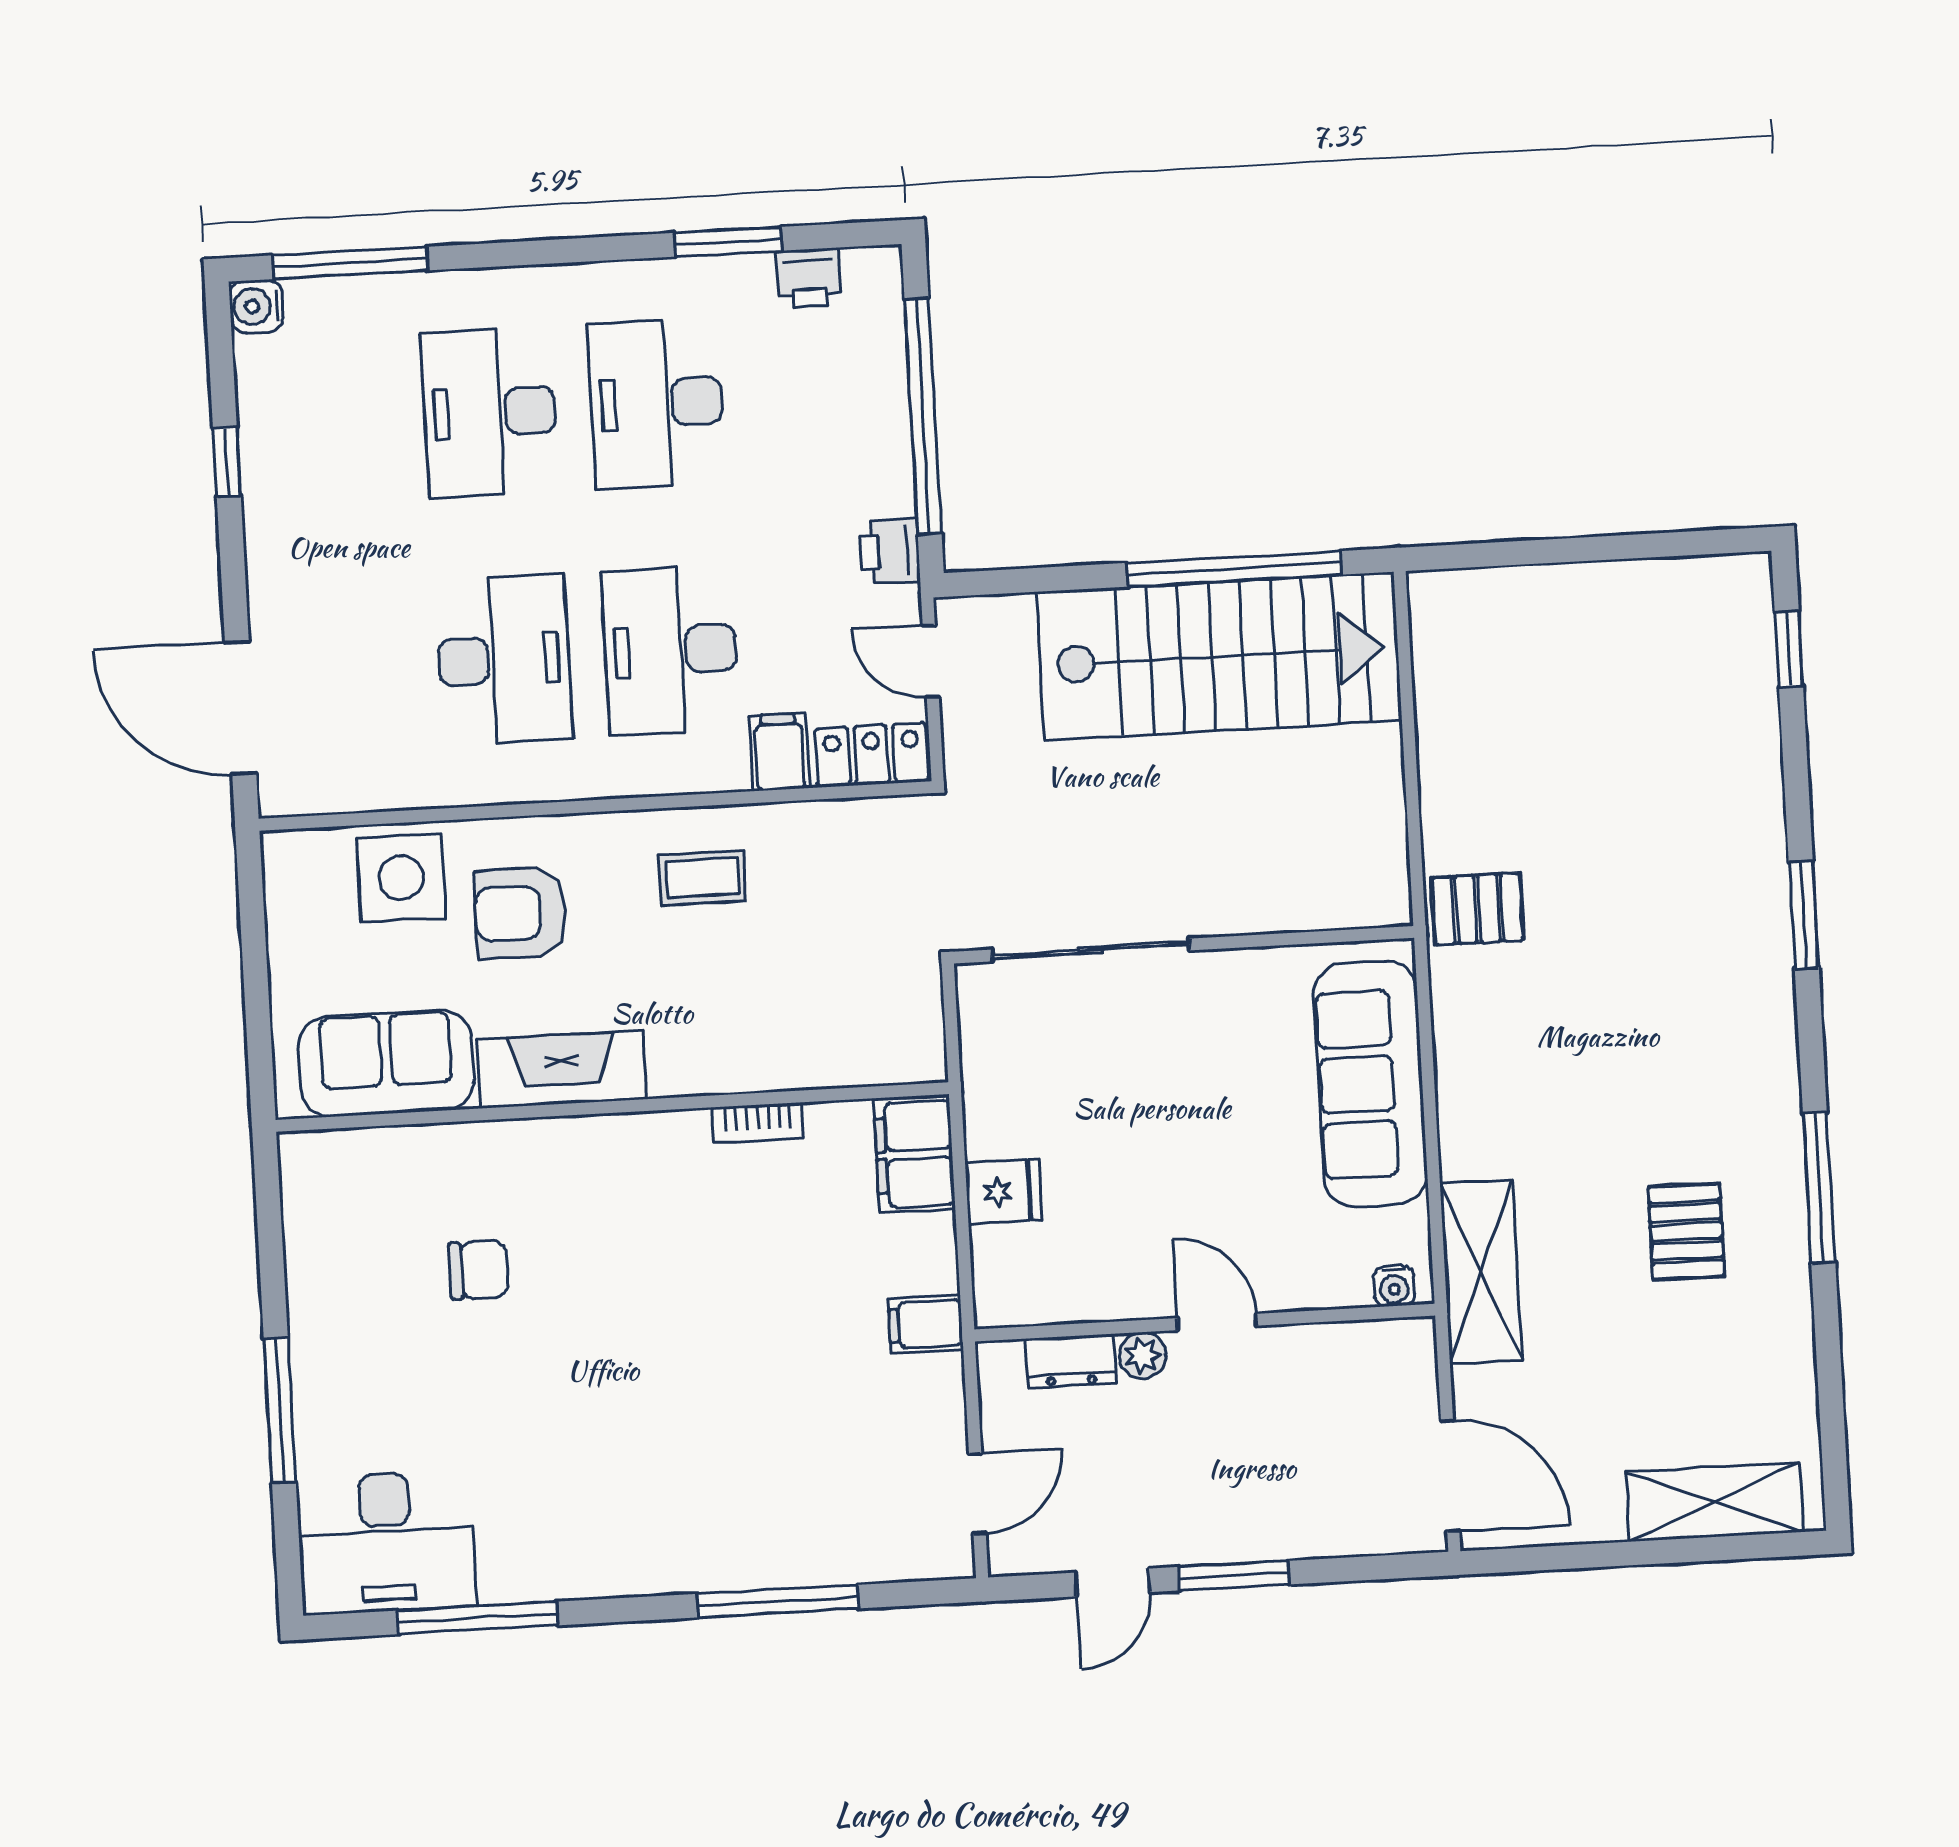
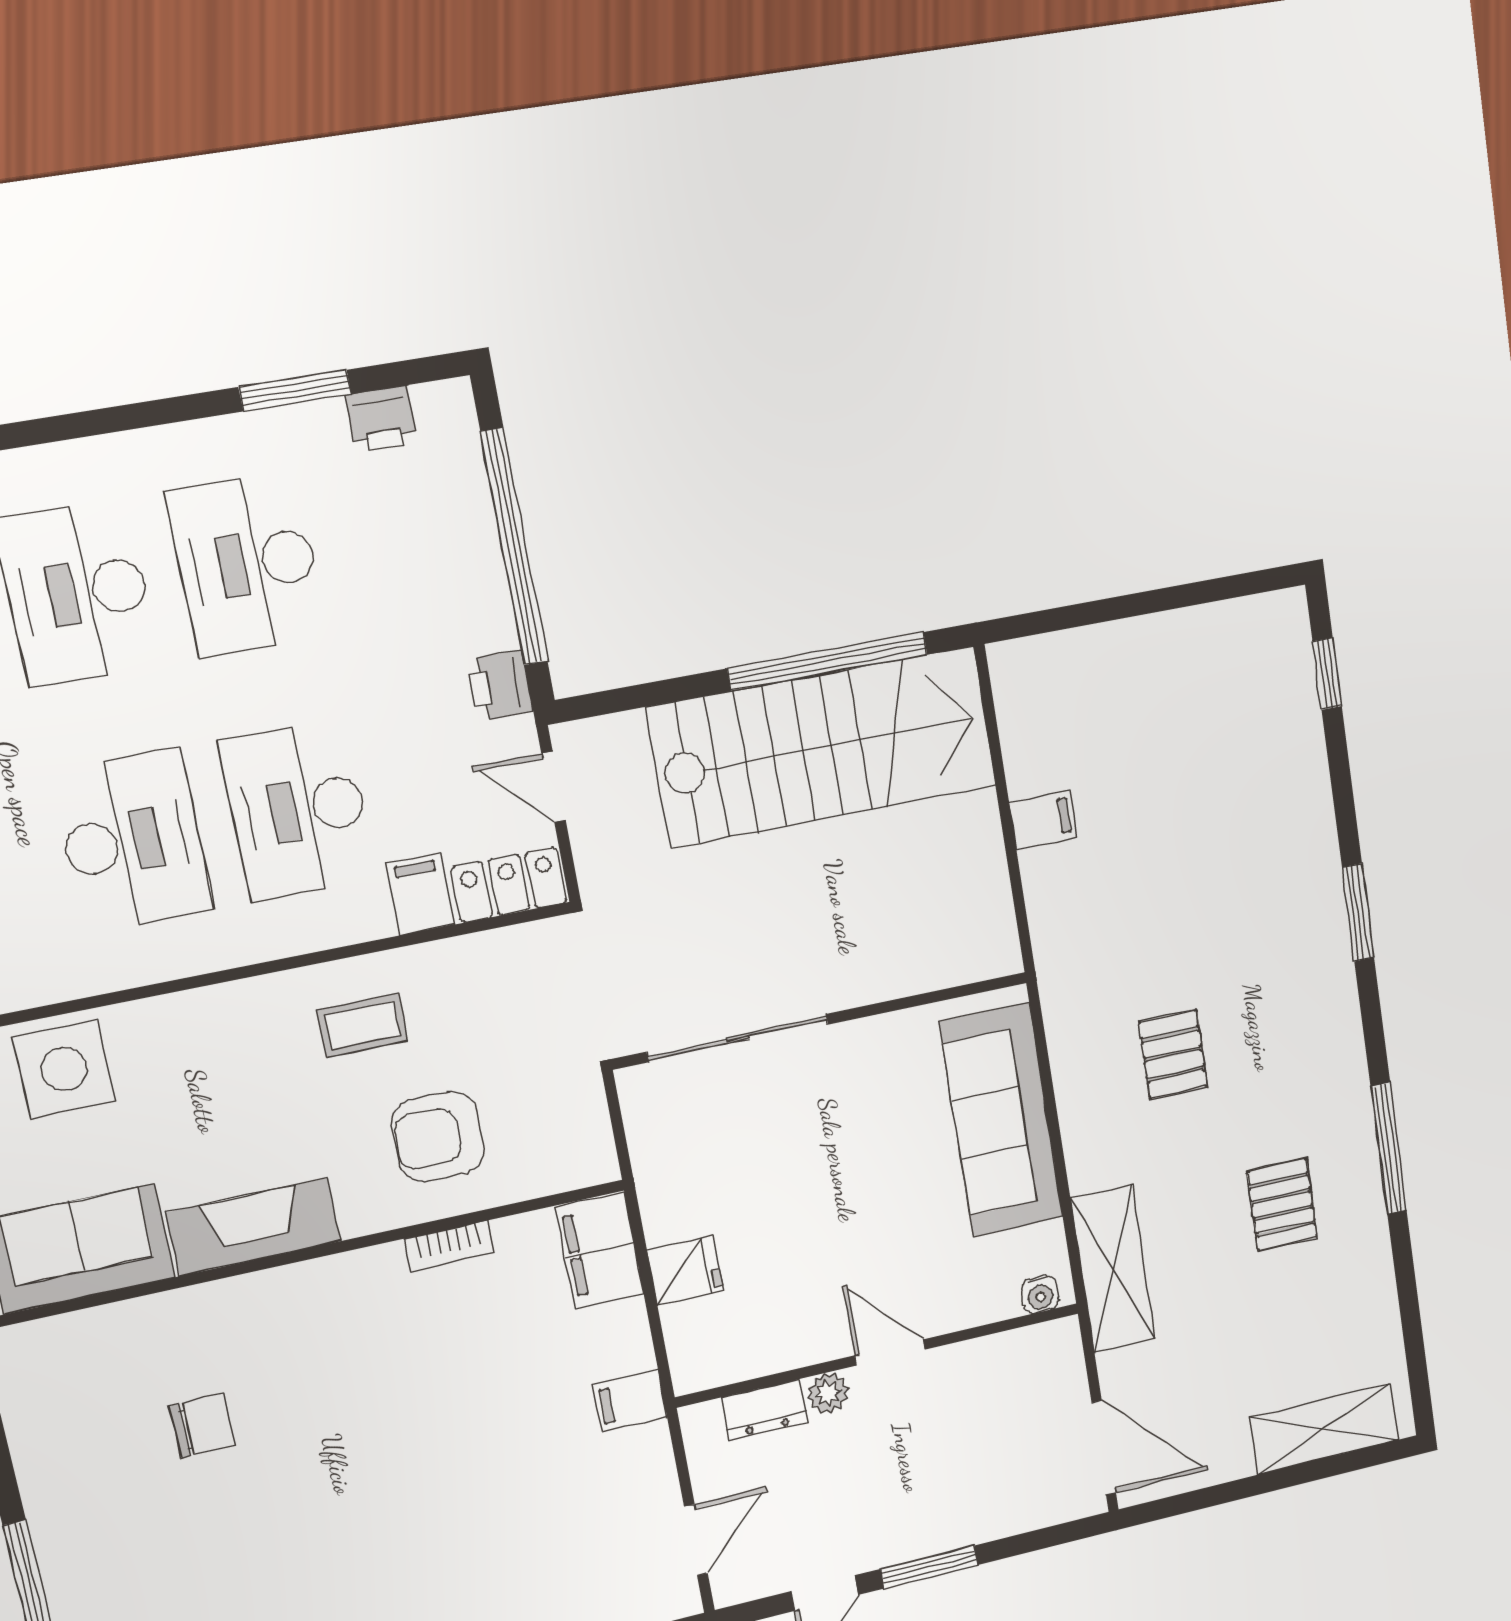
filing cabinet: (1451, 764) -> (1043, 820), added
pallet: (1477, 909) -> (1173, 1054), moved, turned 90
armchair: (520, 913) -> (438, 1137), moved

